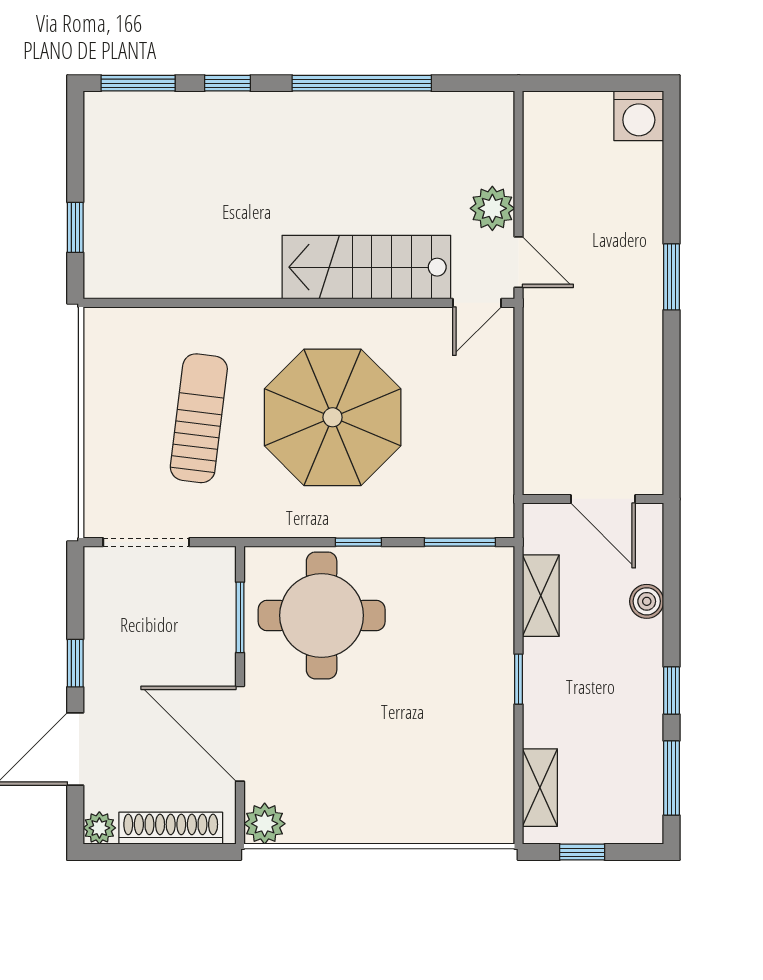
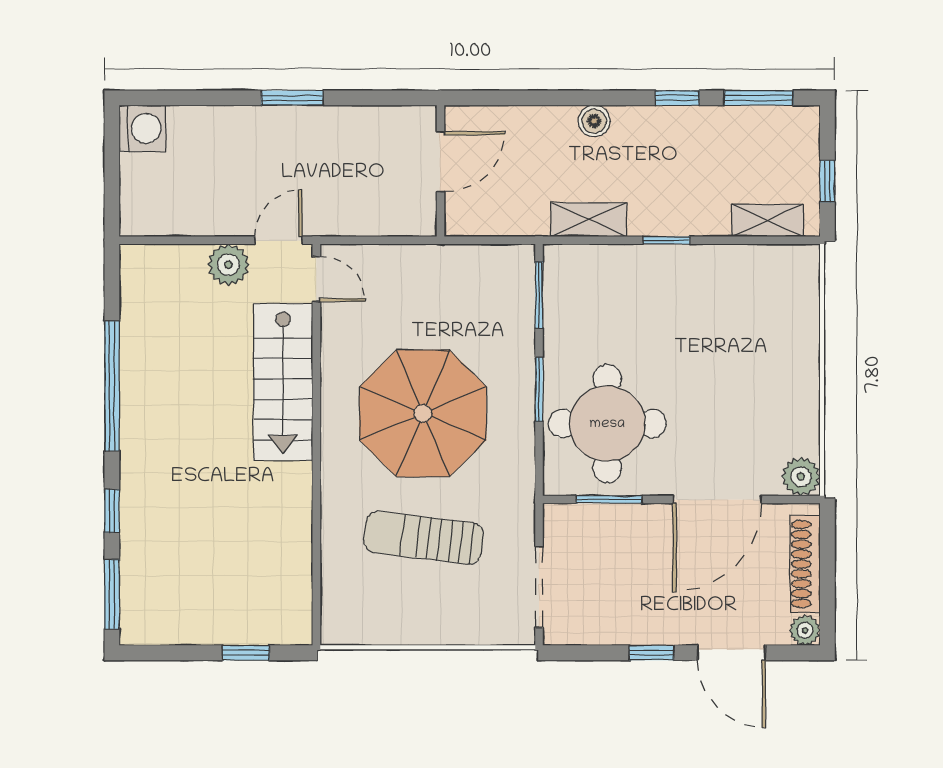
wall: (593, 499) -> (440, 171), moved
door: (603, 499) -> (440, 162), moved
window: (358, 542) -> (539, 389), width x1.50

